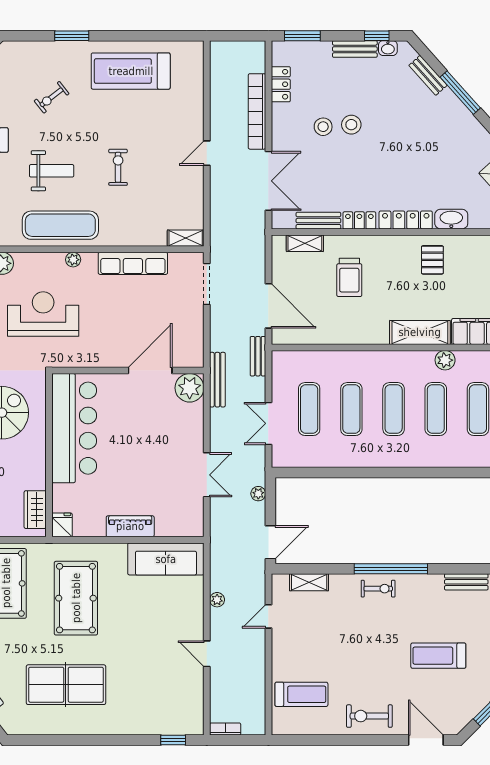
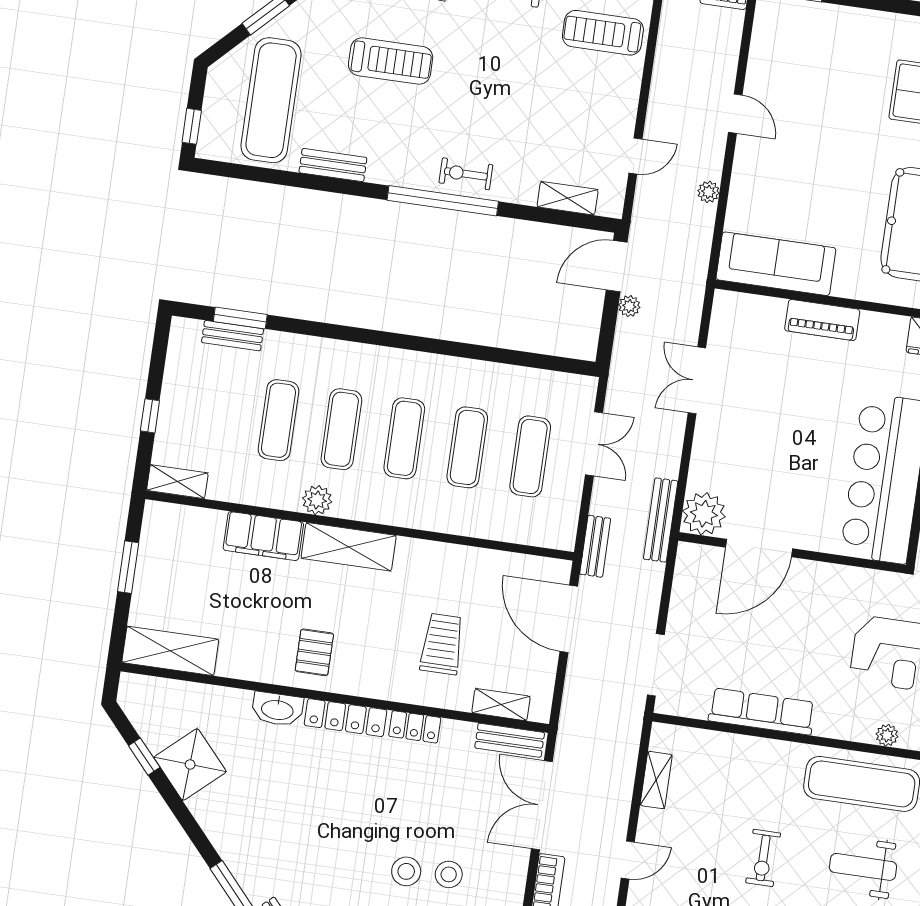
bench: (318, 221) -> (510, 740), moved
shelving: (186, 238) -> (656, 780), moved, turned 90
plant: (73, 260) -> (887, 735), moved
plant: (258, 494) -> (629, 306), moved

